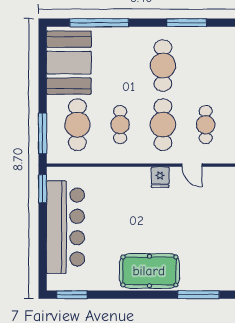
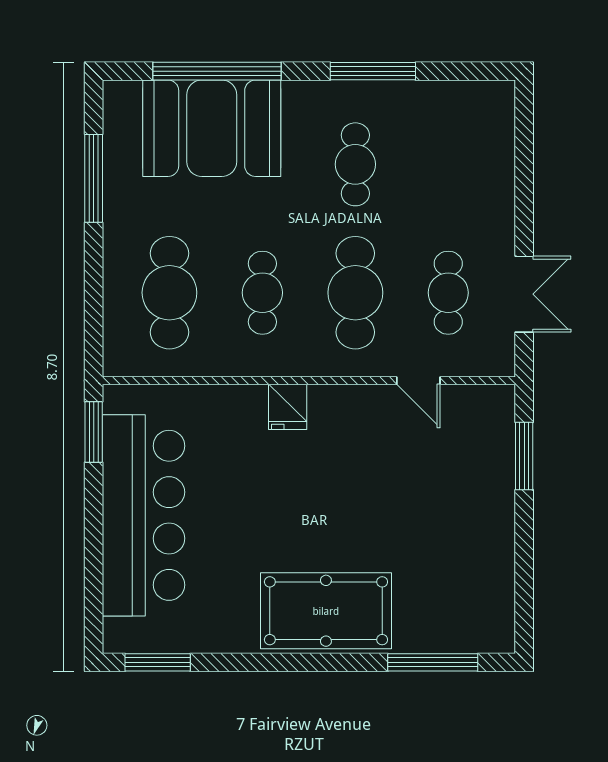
window: (187, 23) -> (373, 71), moved
booth: (69, 63) -> (212, 128), moved, turned 90
cafe table: (163, 66) -> (355, 164), width x0.73, depth x0.74
window: (43, 133) -> (94, 178), moved
fridge: (160, 177) -> (288, 407), moved

